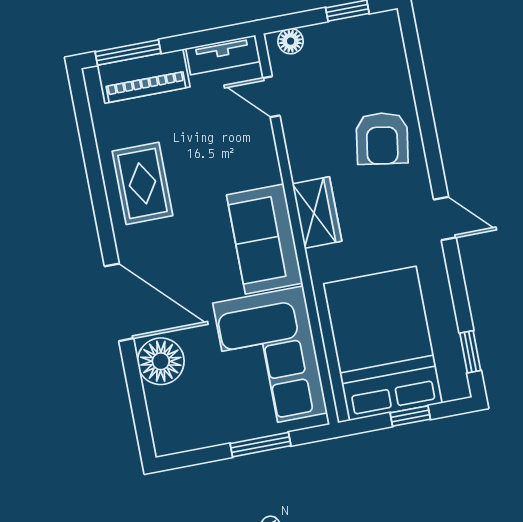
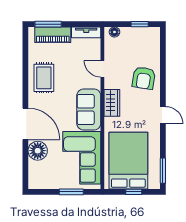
door: (271, 97) -> (102, 69), moved
window: (470, 352) -> (163, 171), width x1.50

